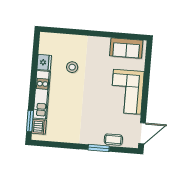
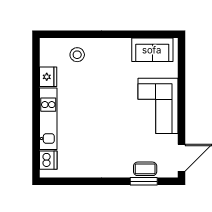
stool: (72, 67) -> (77, 55), moved
window: (30, 121) -> (36, 154), removed
window: (99, 148) -> (144, 181), moved

